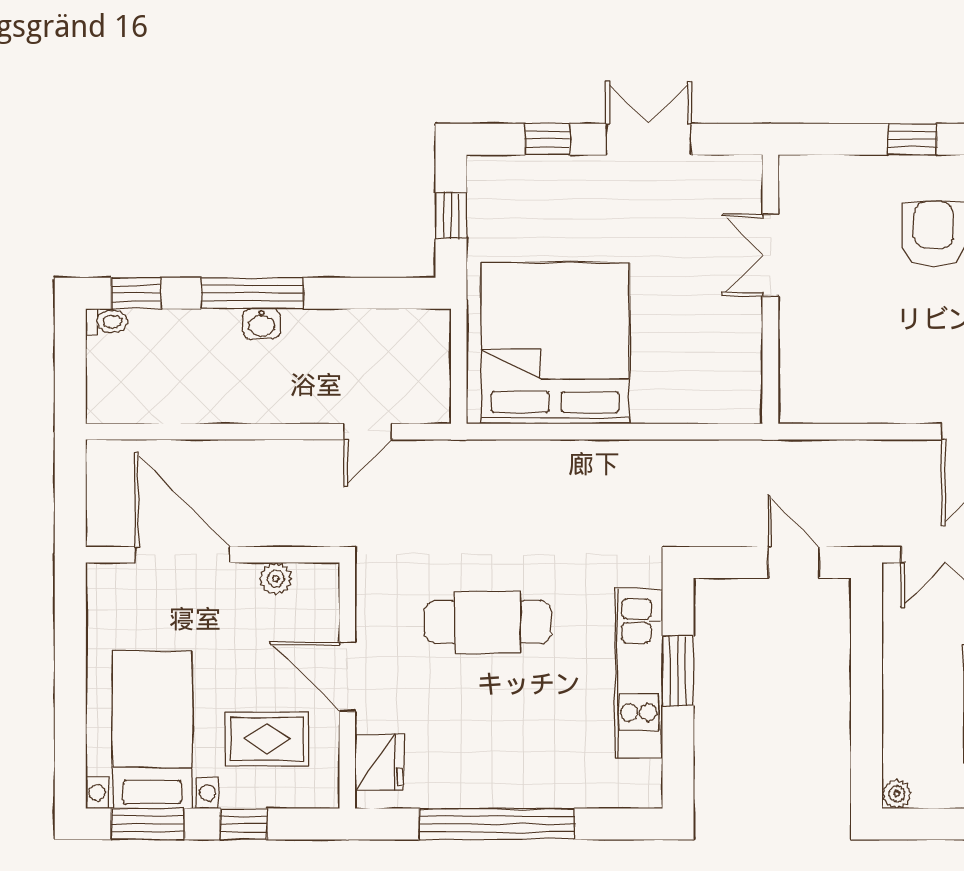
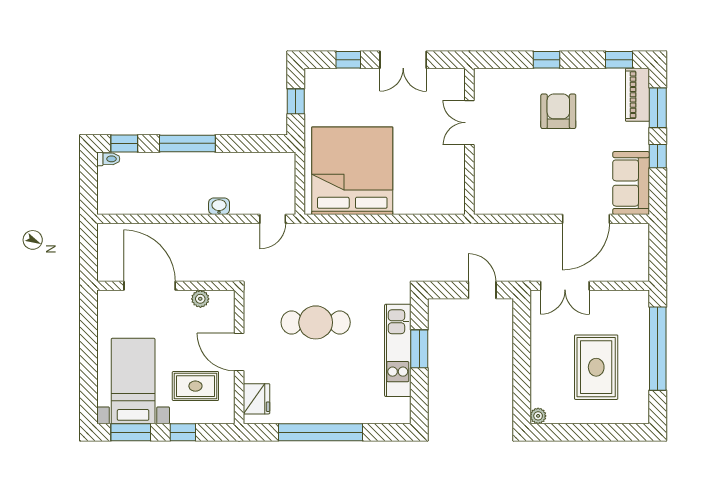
double door: (649, 139) -> (403, 60), swing flipped
washbasin: (262, 324) -> (219, 206), moved, turned 180
door: (368, 432) -> (273, 219), moved

